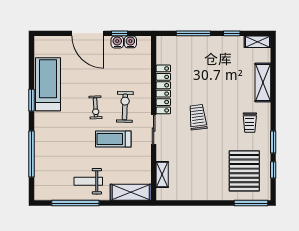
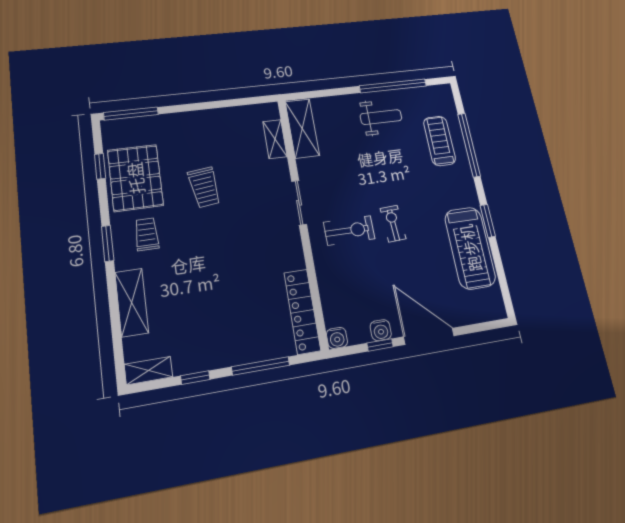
water cooler: (130, 42) -> (337, 338), moved
locker: (163, 89) -> (302, 311), moved
exercise bike: (125, 107) -> (349, 230), turned -92
trolley: (198, 117) -> (204, 187), moved
treadmill: (113, 139) -> (439, 141), moved, turned -90
window: (273, 142) -> (108, 243), moved
pallet: (244, 171) -> (135, 178), moved
shelving: (131, 192) -> (302, 128), moved, turned 90

